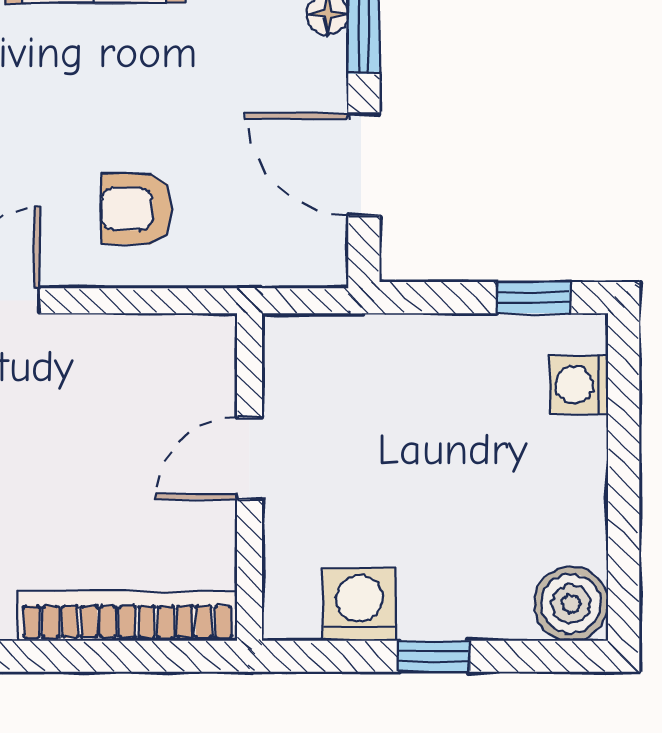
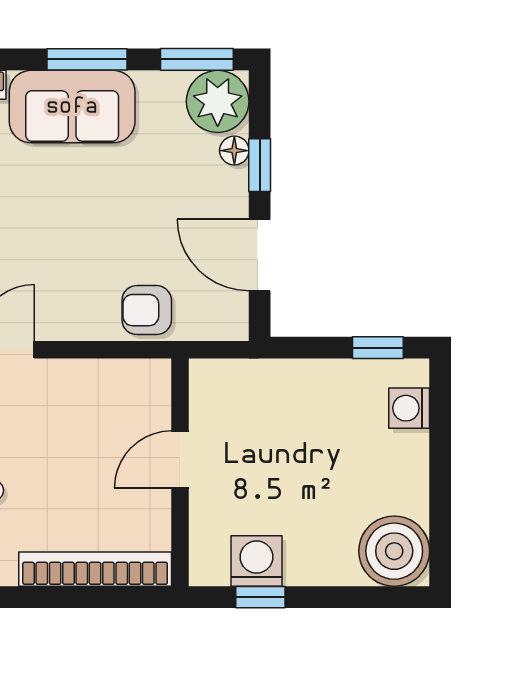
armchair: (137, 209) -> (147, 310), moved
boiler: (571, 604) -> (394, 551), width x1.37, depth x1.37
window: (434, 656) -> (260, 597), moved

